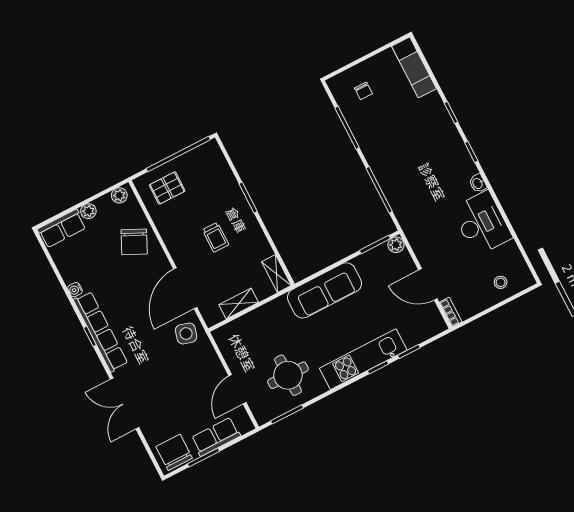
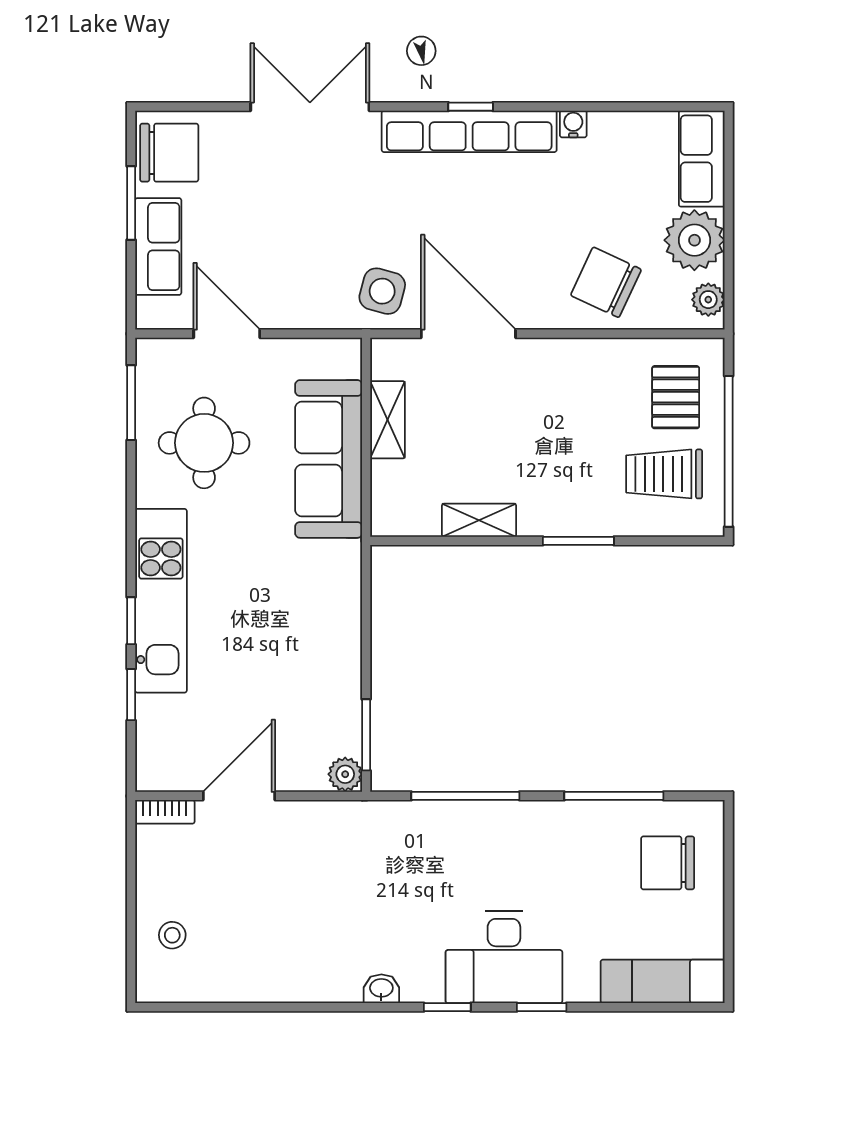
chair: (363, 91) -> (668, 863), width x1.87, depth x1.87
plant: (88, 211) -> (694, 240), width x1.88, depth x1.88
desk: (482, 223) -> (504, 957), moved
trolley: (216, 237) -> (664, 474), moved, width x1.36, depth x1.39
shelving: (276, 274) -> (479, 520), moved
sofa: (324, 290) -> (329, 459), moved

